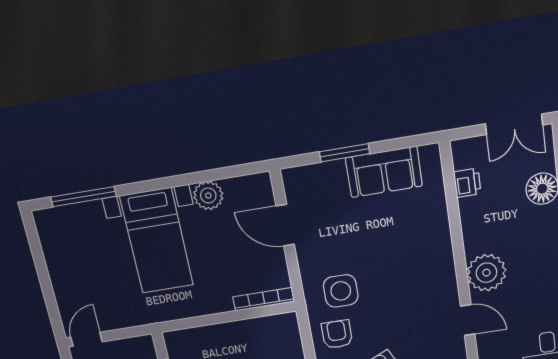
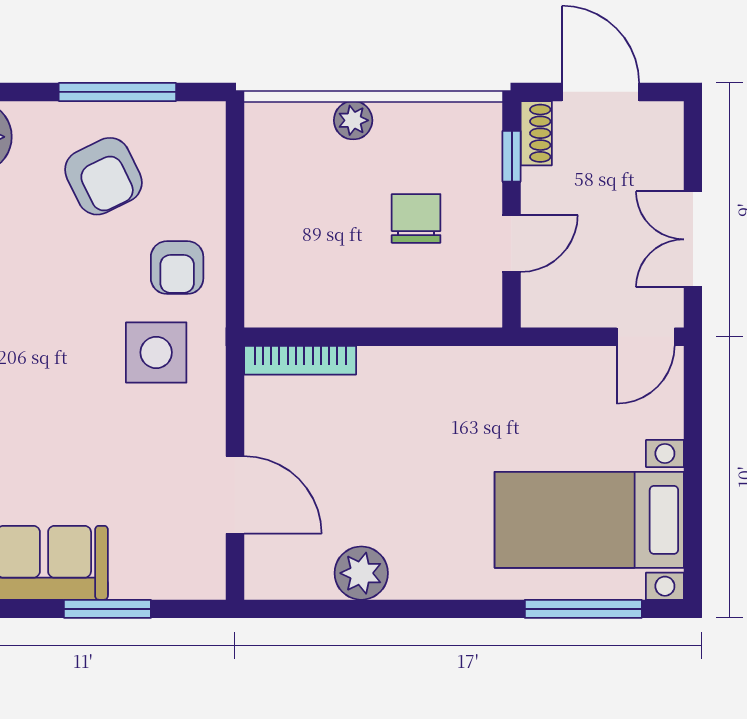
bed with nightstands: (157, 241) -> (589, 520), moved, turned -90

